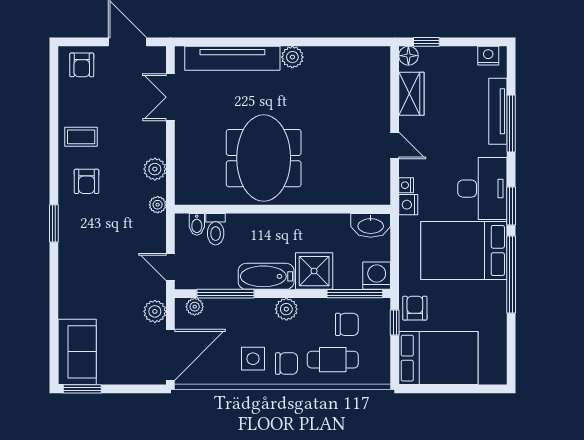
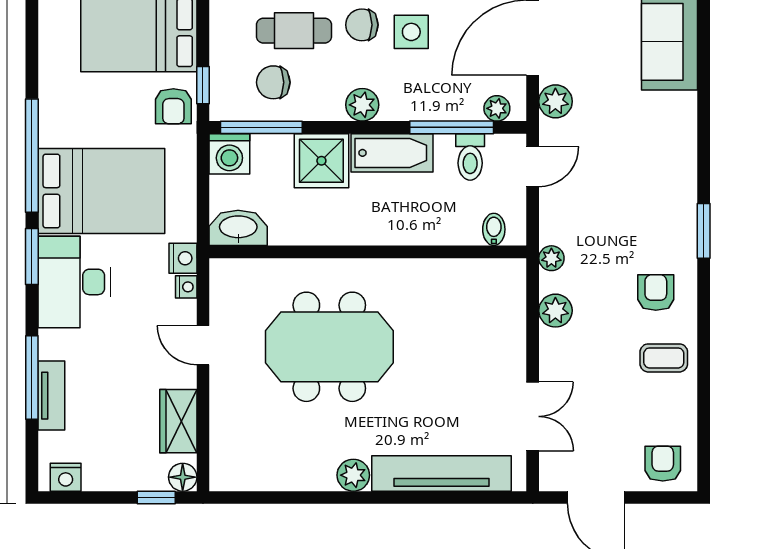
tv unit: (498, 111) -> (51, 396), width x0.71
meeting table: (264, 158) -> (329, 347), moved, turned 90
toilet: (216, 229) -> (470, 157), moved, turned 180
door: (170, 267) -> (533, 167), hinge flipped

